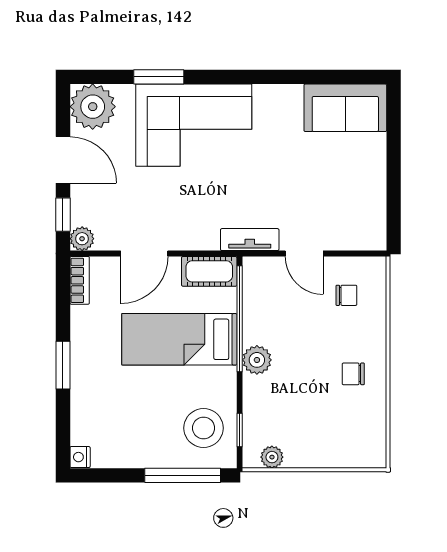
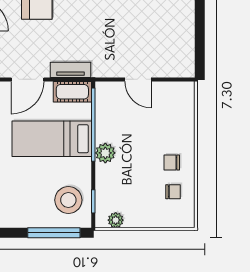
tv unit: (250, 240) -> (71, 70), moved
chair: (346, 295) -> (173, 192), moved

